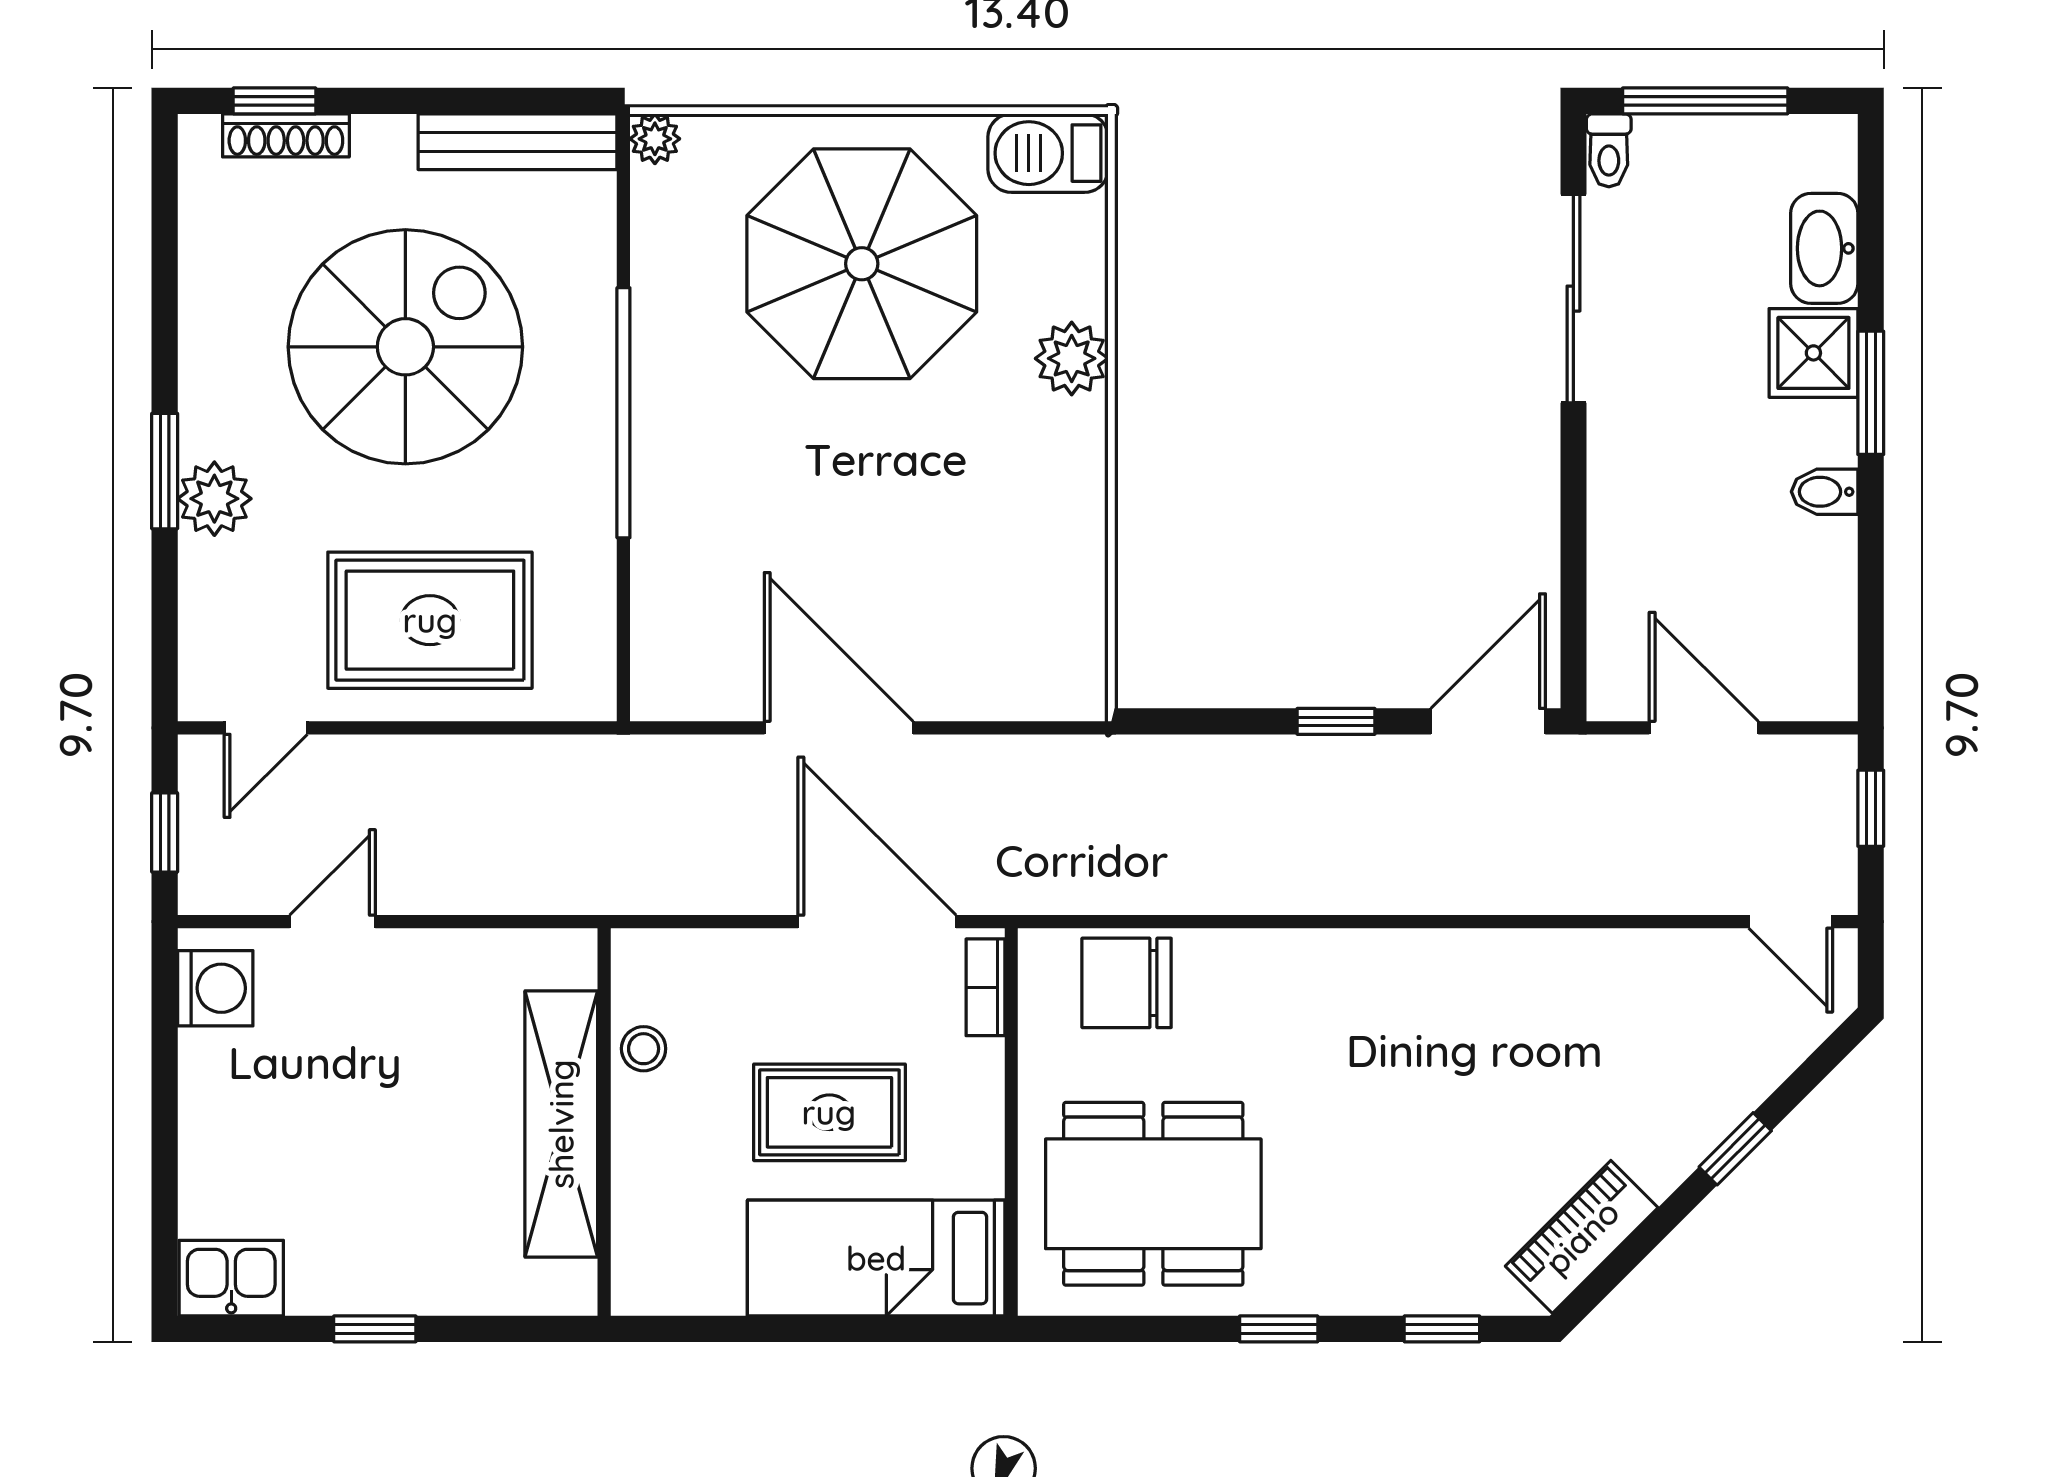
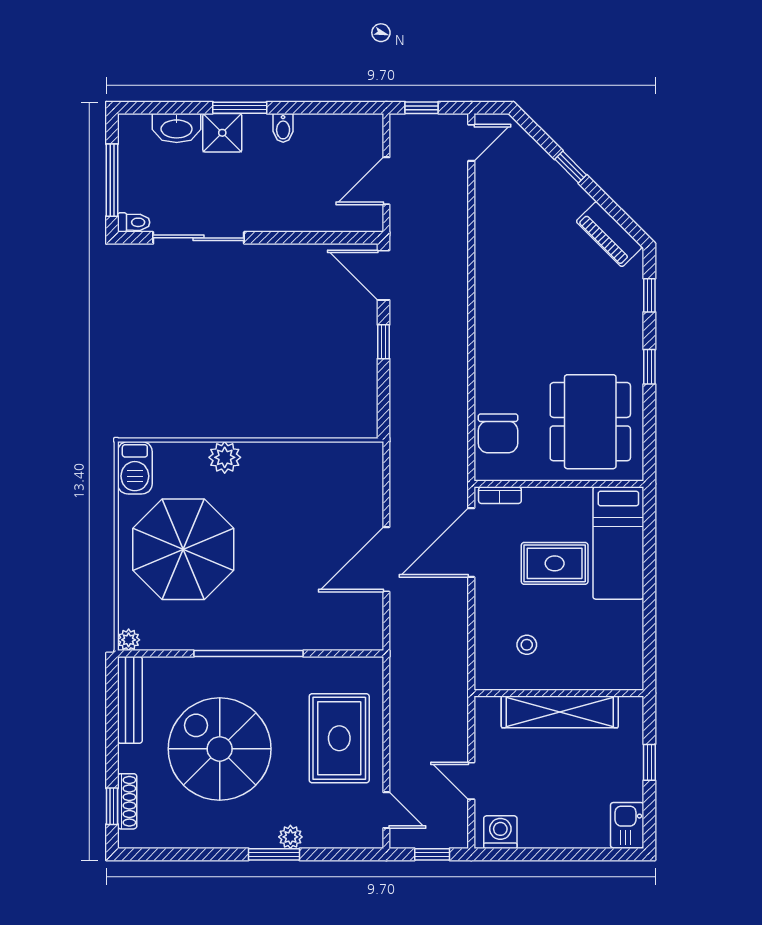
plant: (214, 499) -> (290, 837), width x0.73, depth x0.73
rug: (829, 1112) -> (555, 563), turned 90
wall: (604, 1122) -> (559, 693), moved
shelving: (561, 1124) -> (560, 712), moved

